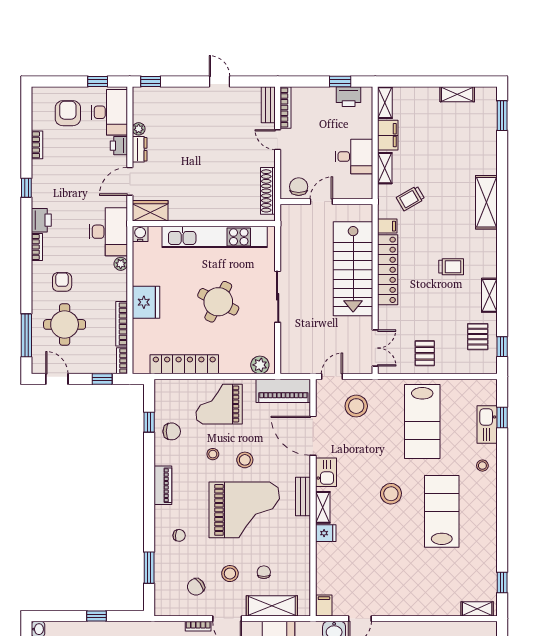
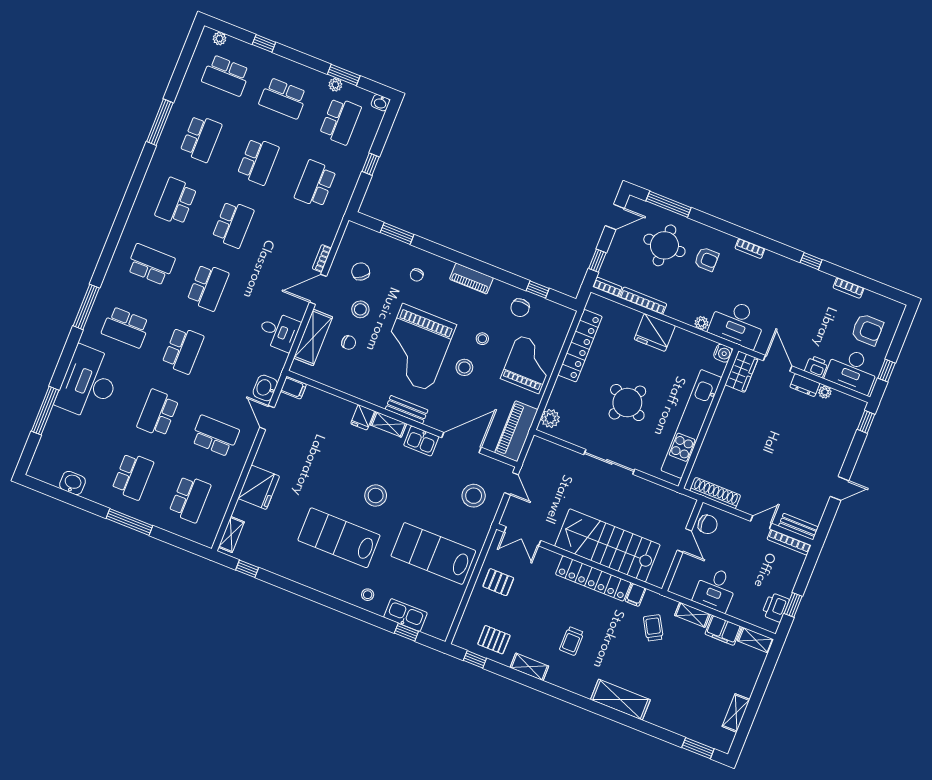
printer: (41, 220) -> (774, 263), removed
lab bench: (442, 511) -> (339, 538), turned 180
fridge: (425, 601) -> (259, 487), added

